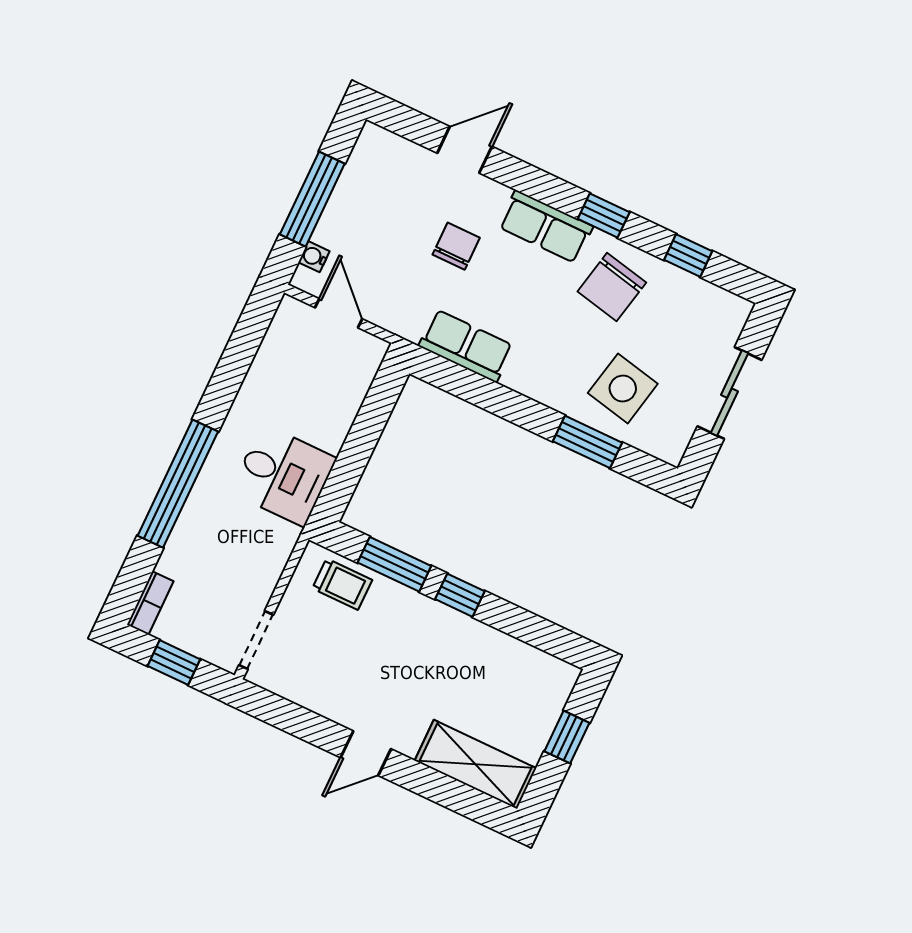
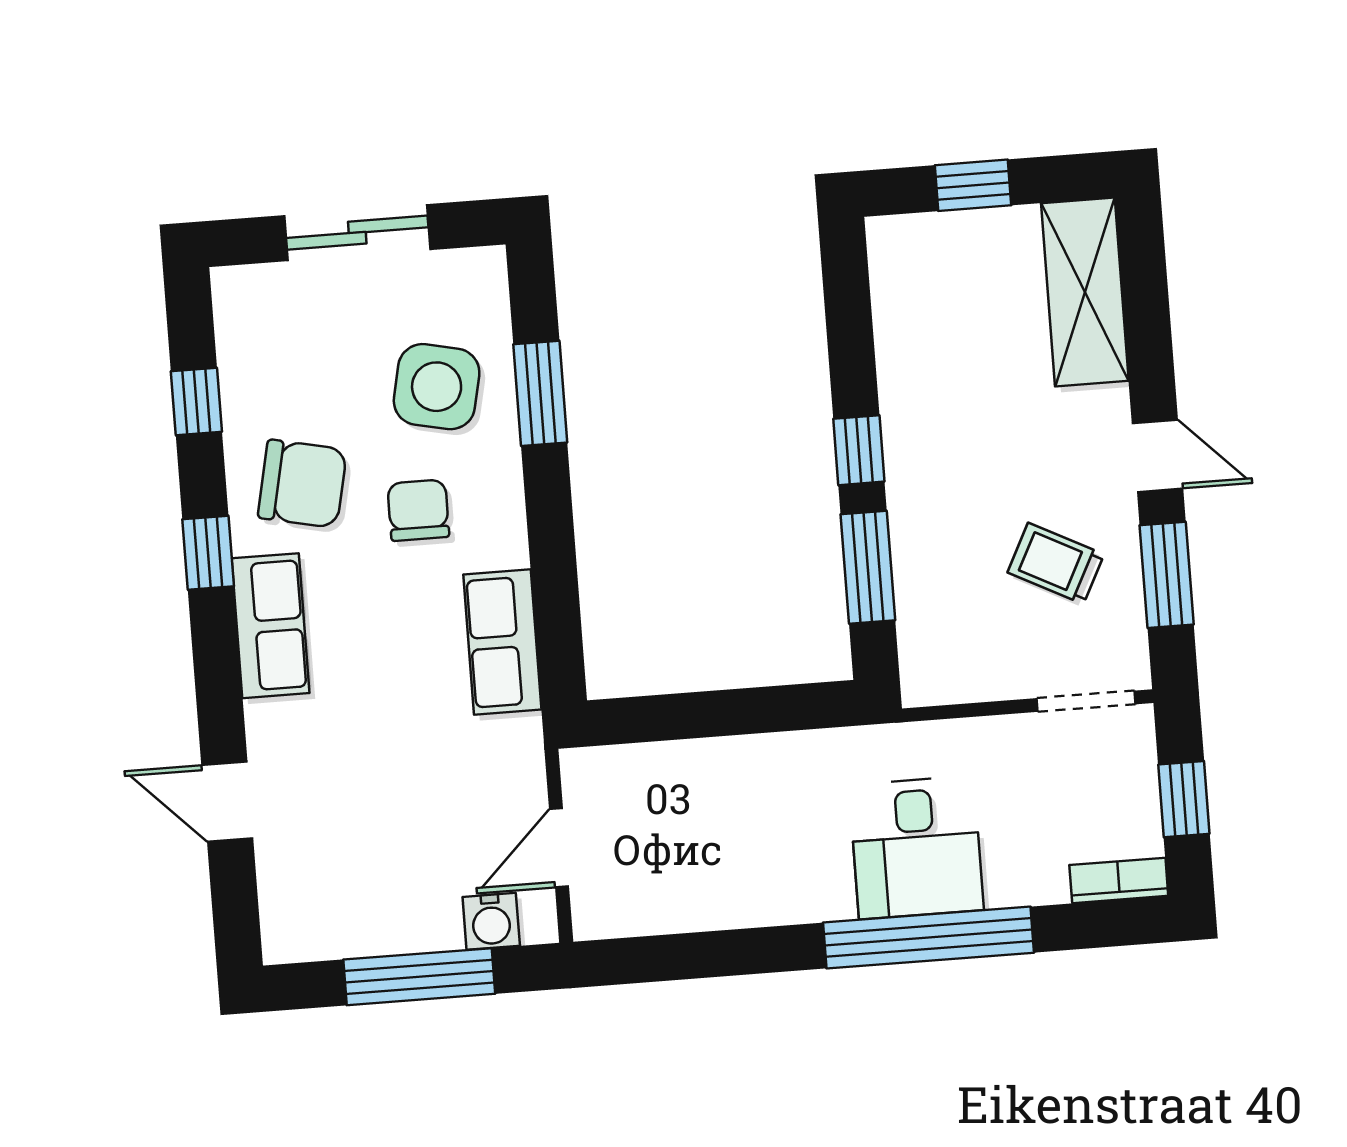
chair: (456, 246) -> (418, 510), moved, turned 90
water cooler: (314, 257) -> (491, 921), width x1.38, depth x1.38
desk: (283, 475) -> (916, 848), moved, turned 180
trolley: (342, 584) -> (1056, 563), moved, turned -63
window: (299, 722) -> (1167, 575), added

